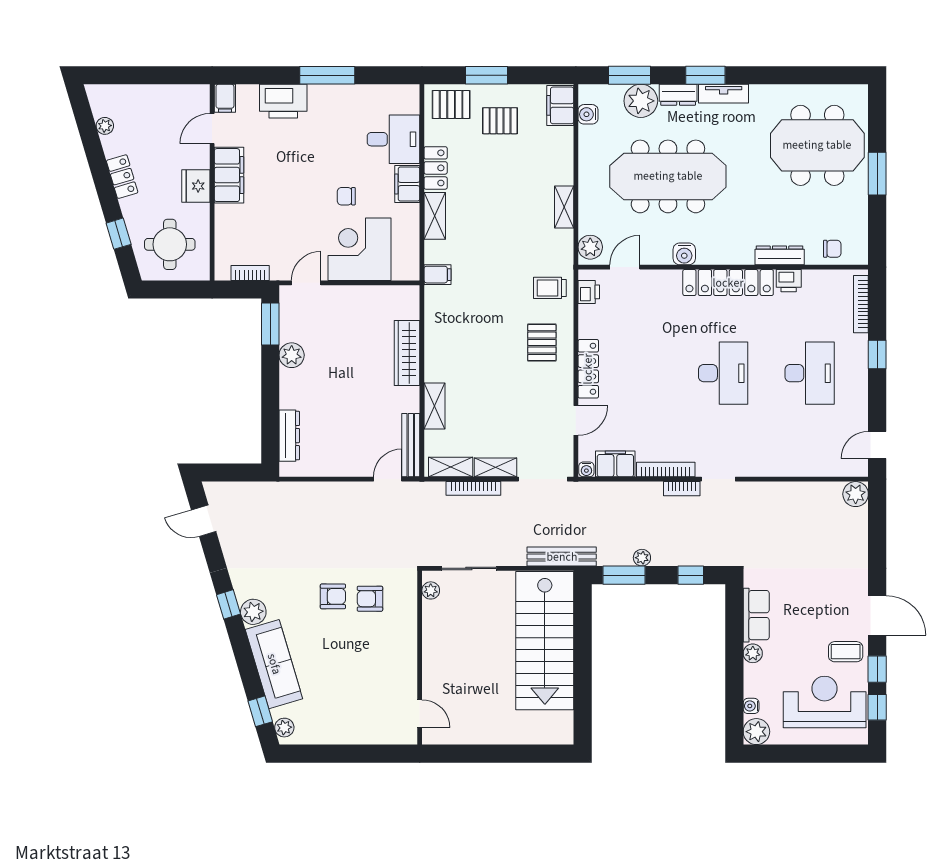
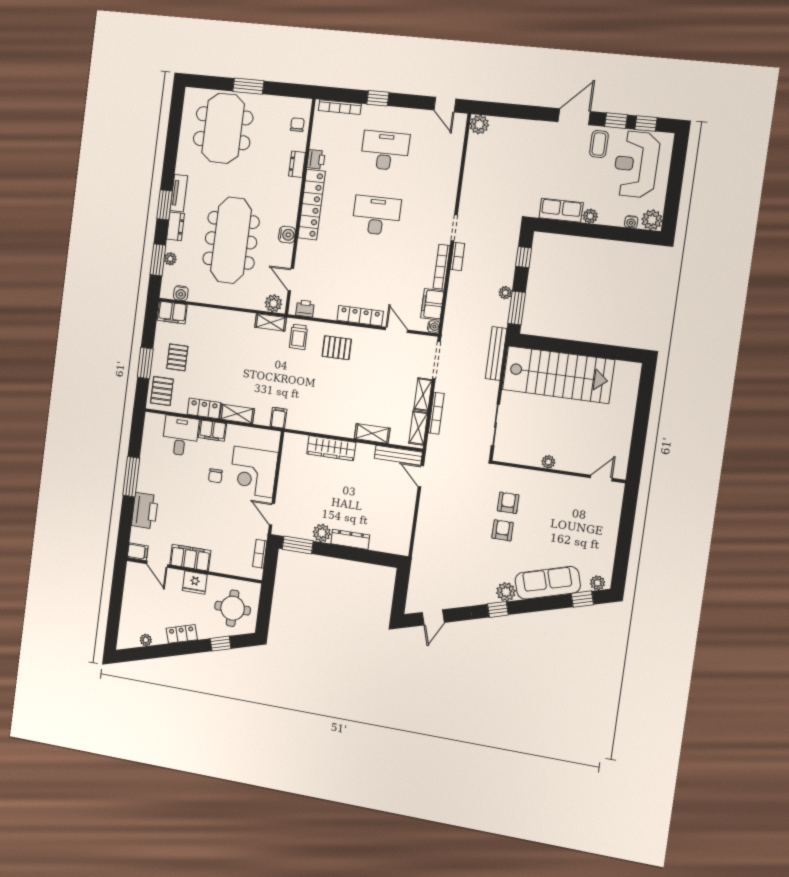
plant: (641, 101) -> (170, 259), width x0.53, depth x0.53
shelving: (564, 207) -> (271, 322), moved
dresser: (780, 255) -> (297, 164), width x0.70
dresser: (289, 436) -> (350, 539), moved
plant: (431, 590) -> (548, 462), moved
armchair: (370, 599) -> (508, 503), turned 180

